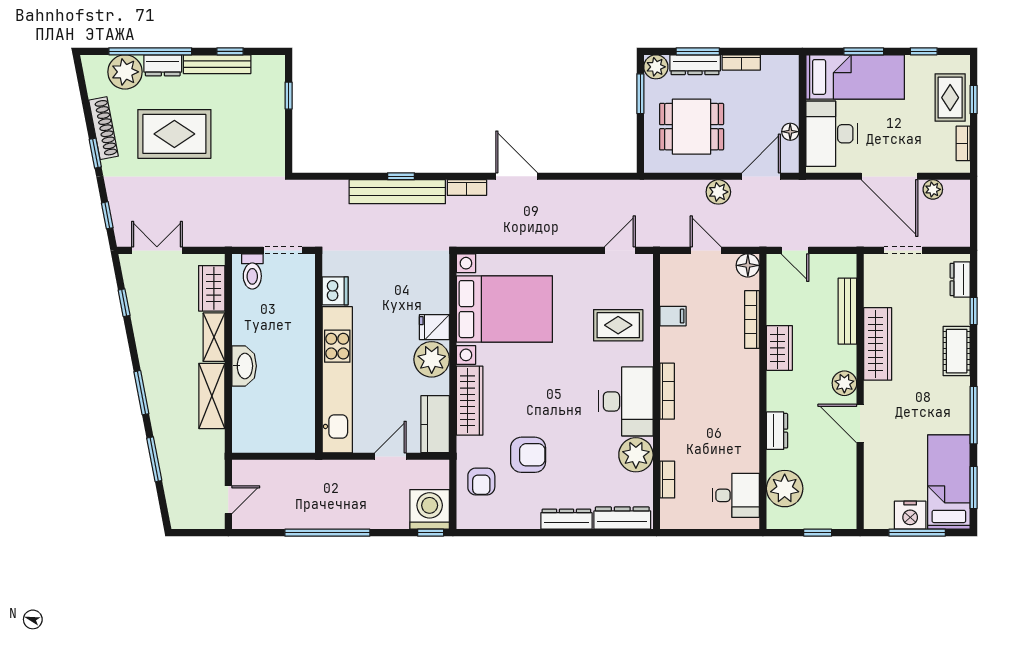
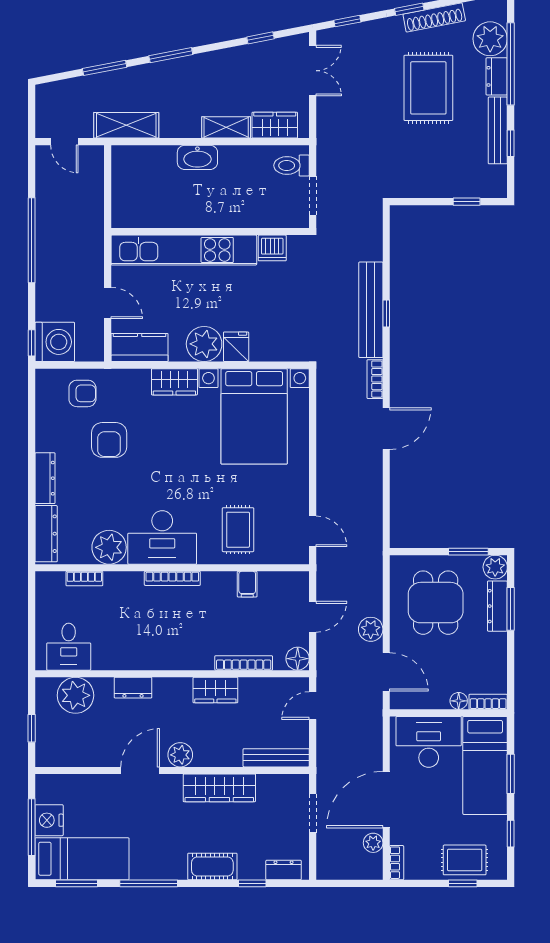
bookcase: (741, 62) -> (488, 702), moved, turned 90
floor lamp: (790, 132) -> (459, 701), moved
bookcase: (963, 143) -> (397, 863), moved, turned 90
bench: (847, 311) -> (276, 758), moved
shelving: (212, 396) -> (126, 125), moved
wardrobe: (470, 401) -> (174, 382), width x0.67
armchair: (481, 482) -> (82, 393), turned 180

